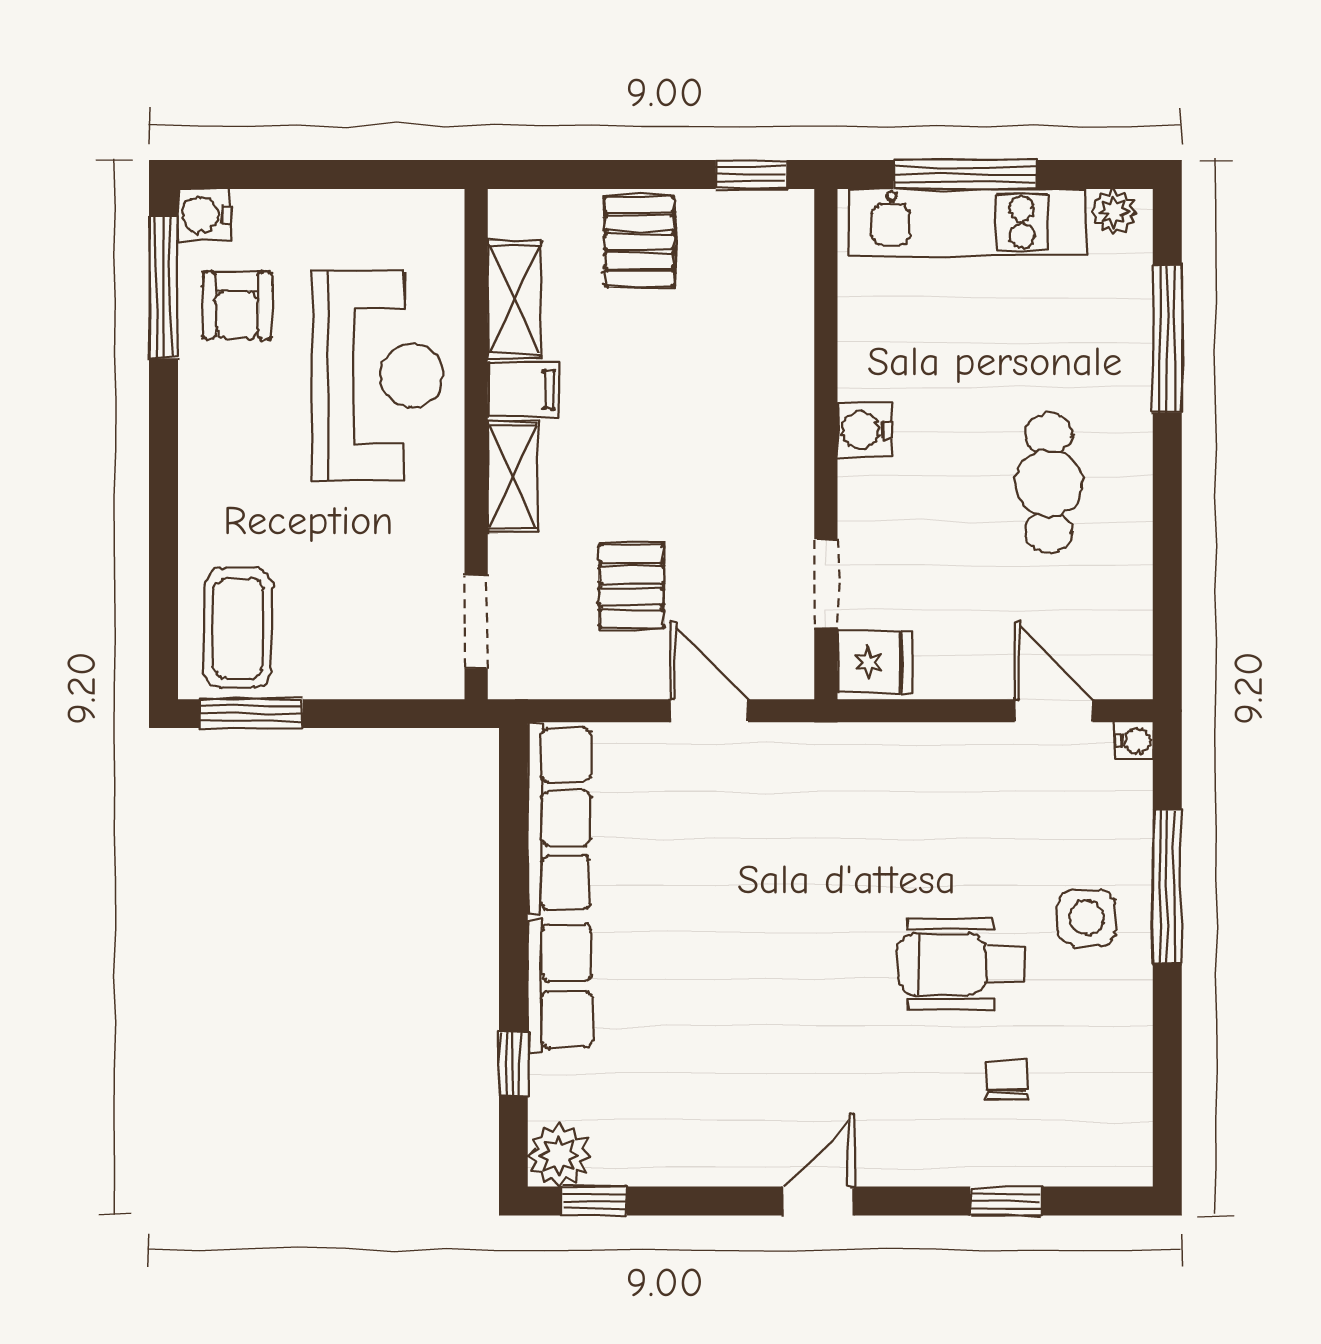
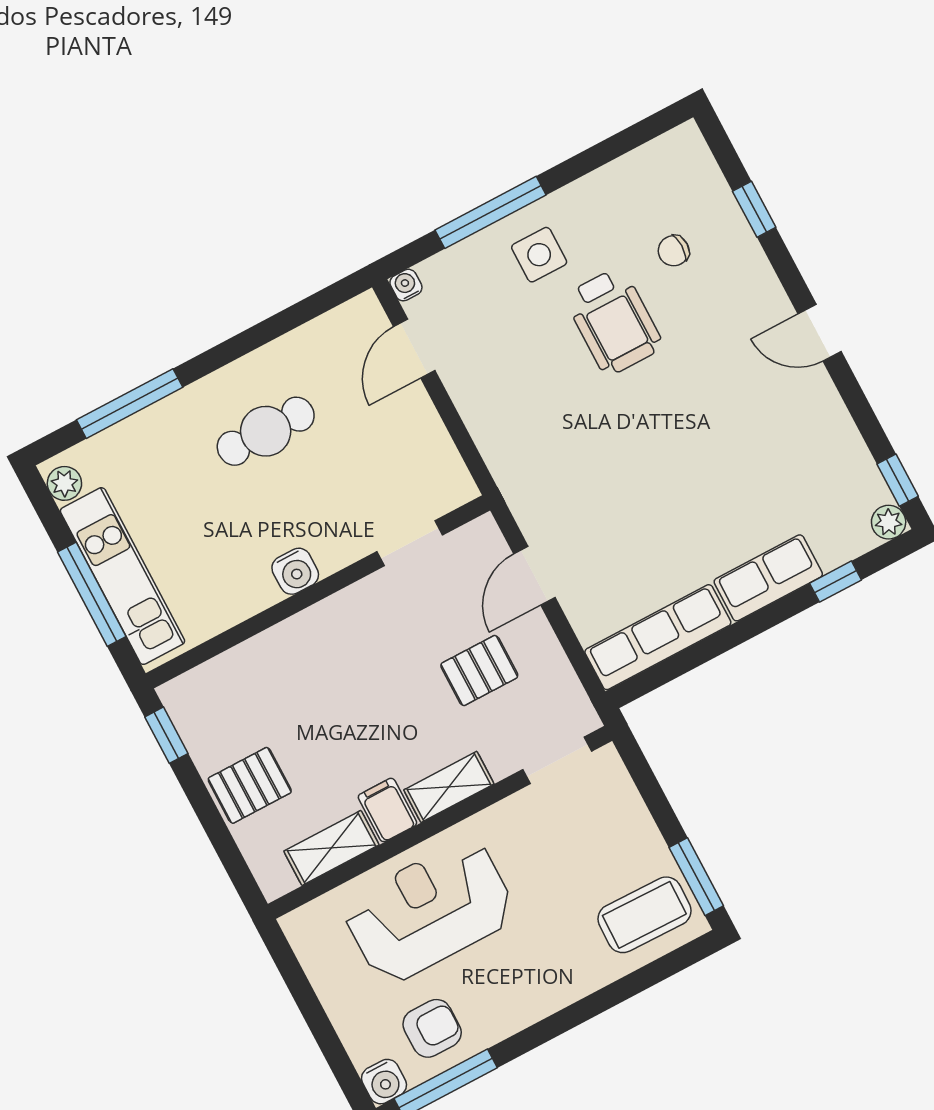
fridge: (875, 662) -> (445, 484), removed
plant: (559, 1155) -> (889, 522), width x0.73, depth x0.73

